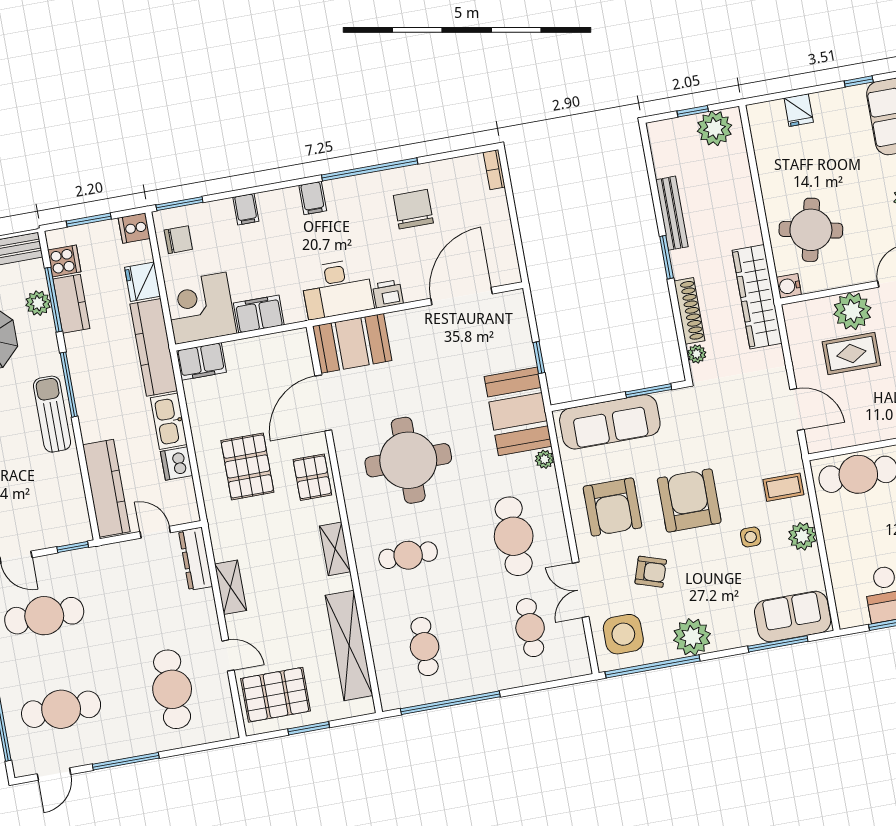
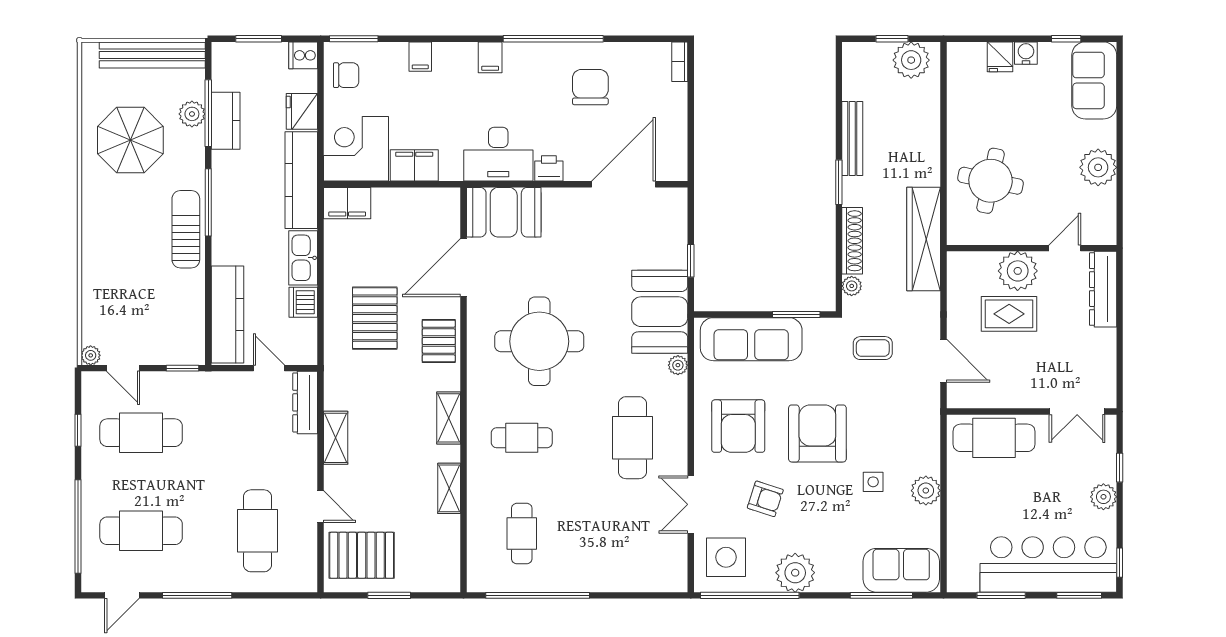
cooker: (64, 261) -> (226, 76), removed
water cooler: (789, 286) -> (1026, 53), moved, turned 90
coffee table: (783, 487) -> (873, 348), moved
cafe table: (530, 628) -> (632, 534), removed
shelving: (349, 645) -> (449, 488), width x0.45, depth x0.75

